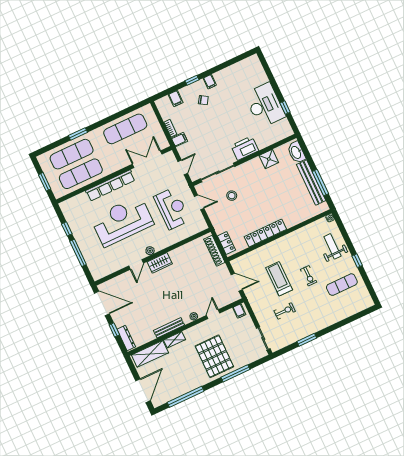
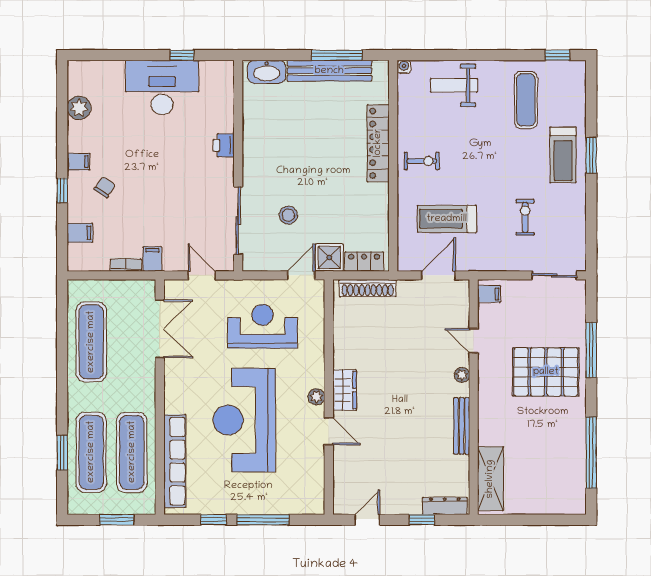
plant: (236, 70) -> (79, 108), added
window: (78, 134) -> (62, 453), moved
printer: (245, 148) -> (224, 145), width x0.53, depth x0.68
double door: (147, 159) -> (160, 329), swing flipped
shower: (269, 159) -> (329, 258), moved
row of seats: (110, 185) -> (175, 461), moved
door: (199, 202) -> (301, 275), moved
locker: (265, 233) -> (378, 143), moved
window: (357, 261) -> (557, 55), moved
exercise bike: (309, 276) -> (422, 161), moved
treadmill: (279, 279) -> (447, 219), moved
door: (102, 303) -> (367, 520), width x0.53
treadmill: (324, 315) -> (563, 155), added
shelving: (175, 340) -> (486, 426), removed
window: (307, 340) -> (591, 155), moved
door: (143, 391) -> (547, 520), removed

